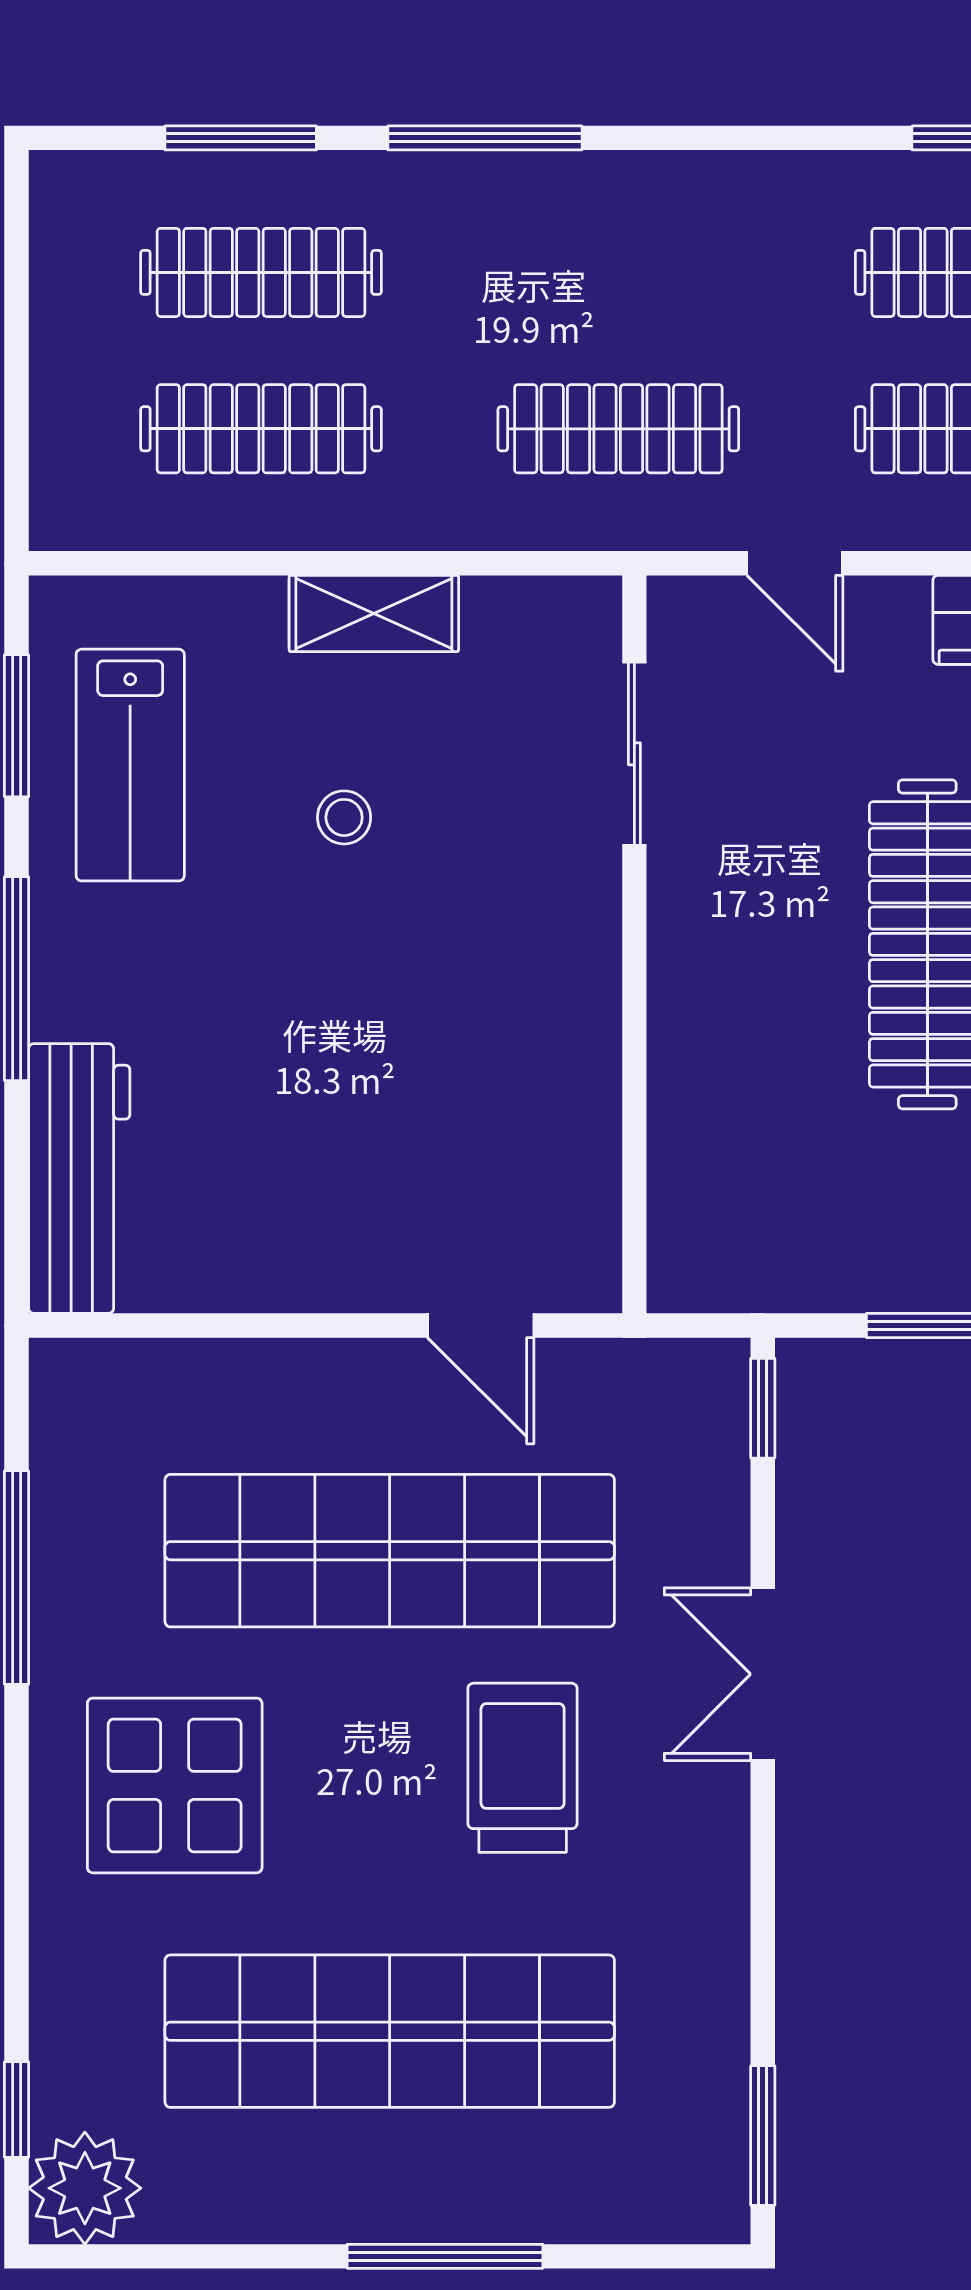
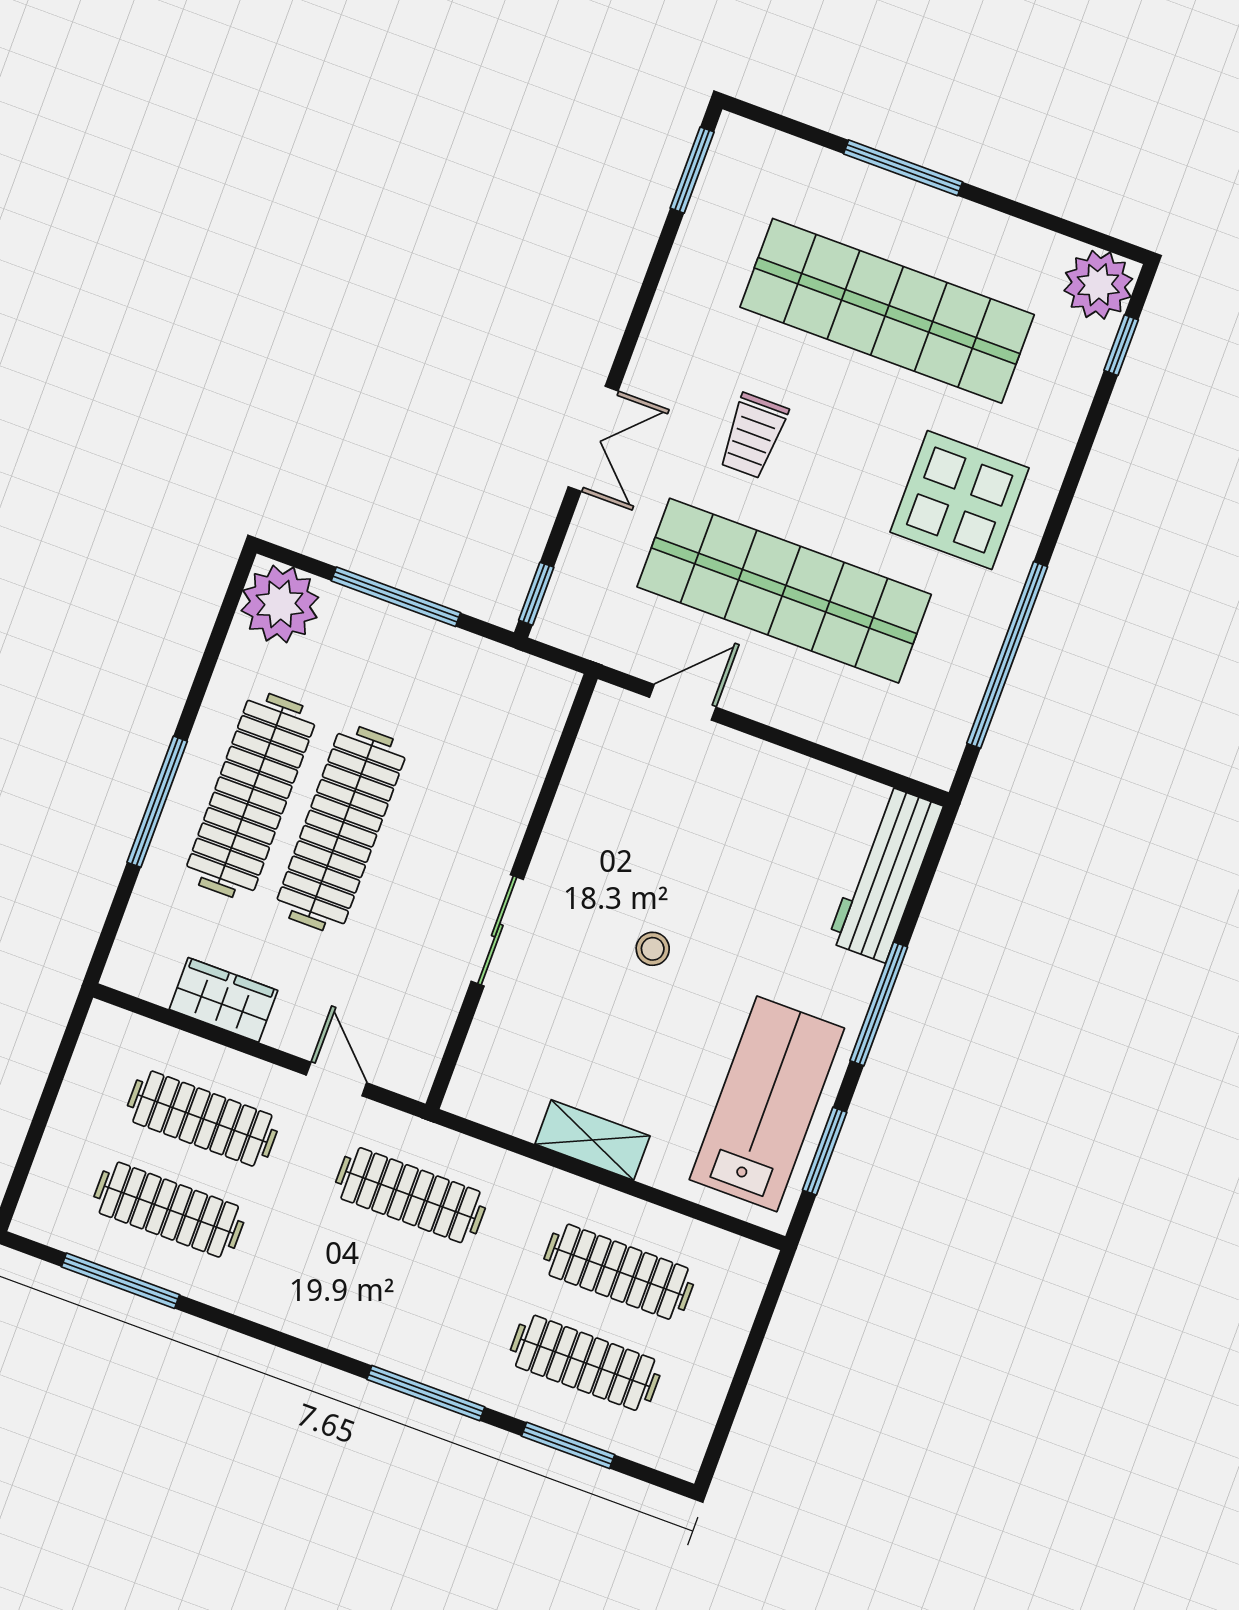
sliding door: (634, 754) -> (497, 930), moved
lab bench: (130, 765) -> (767, 1104), width x1.36, depth x1.39
stool: (344, 817) -> (653, 949), moved
door: (481, 1326) -> (683, 702), hinge flipped
window: (17, 1578) -> (1007, 655), width x1.46
trolley: (523, 1768) -> (753, 436), width x0.73, depth x0.72

